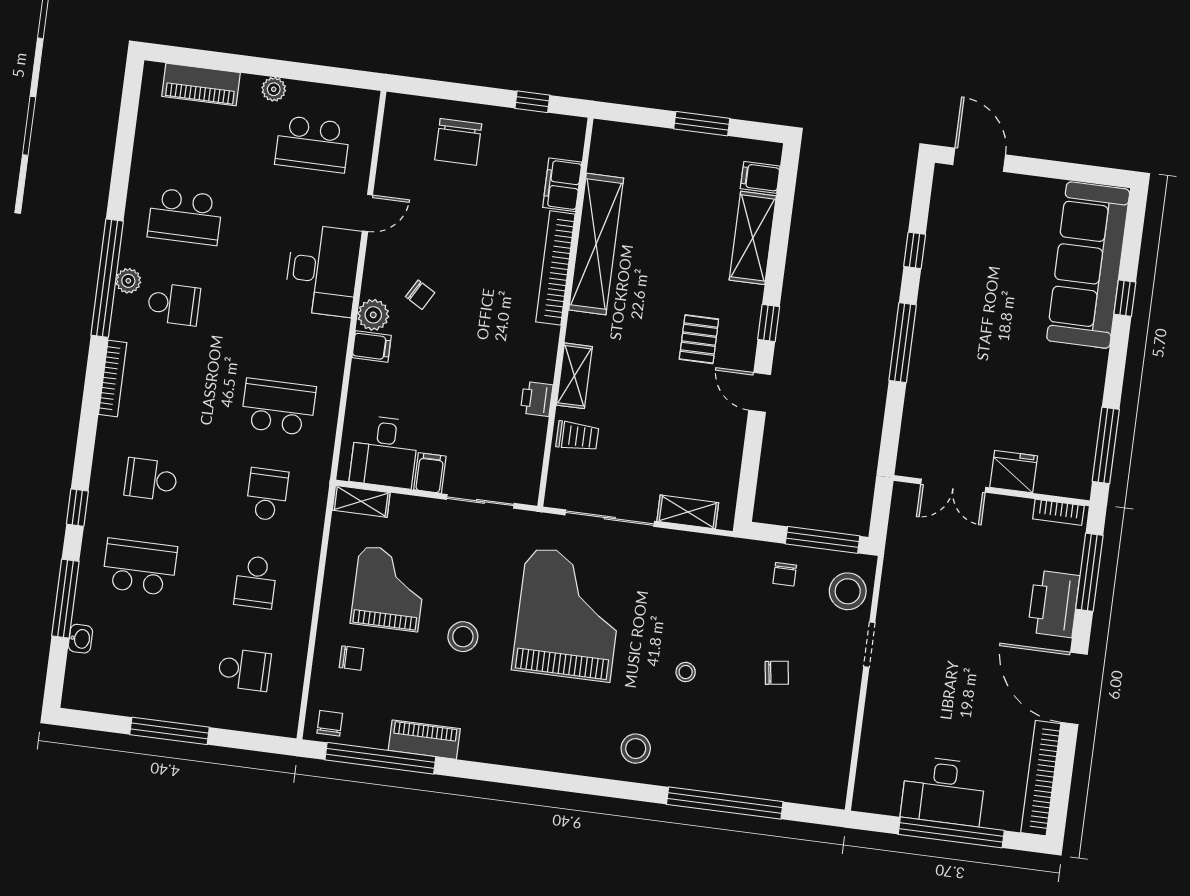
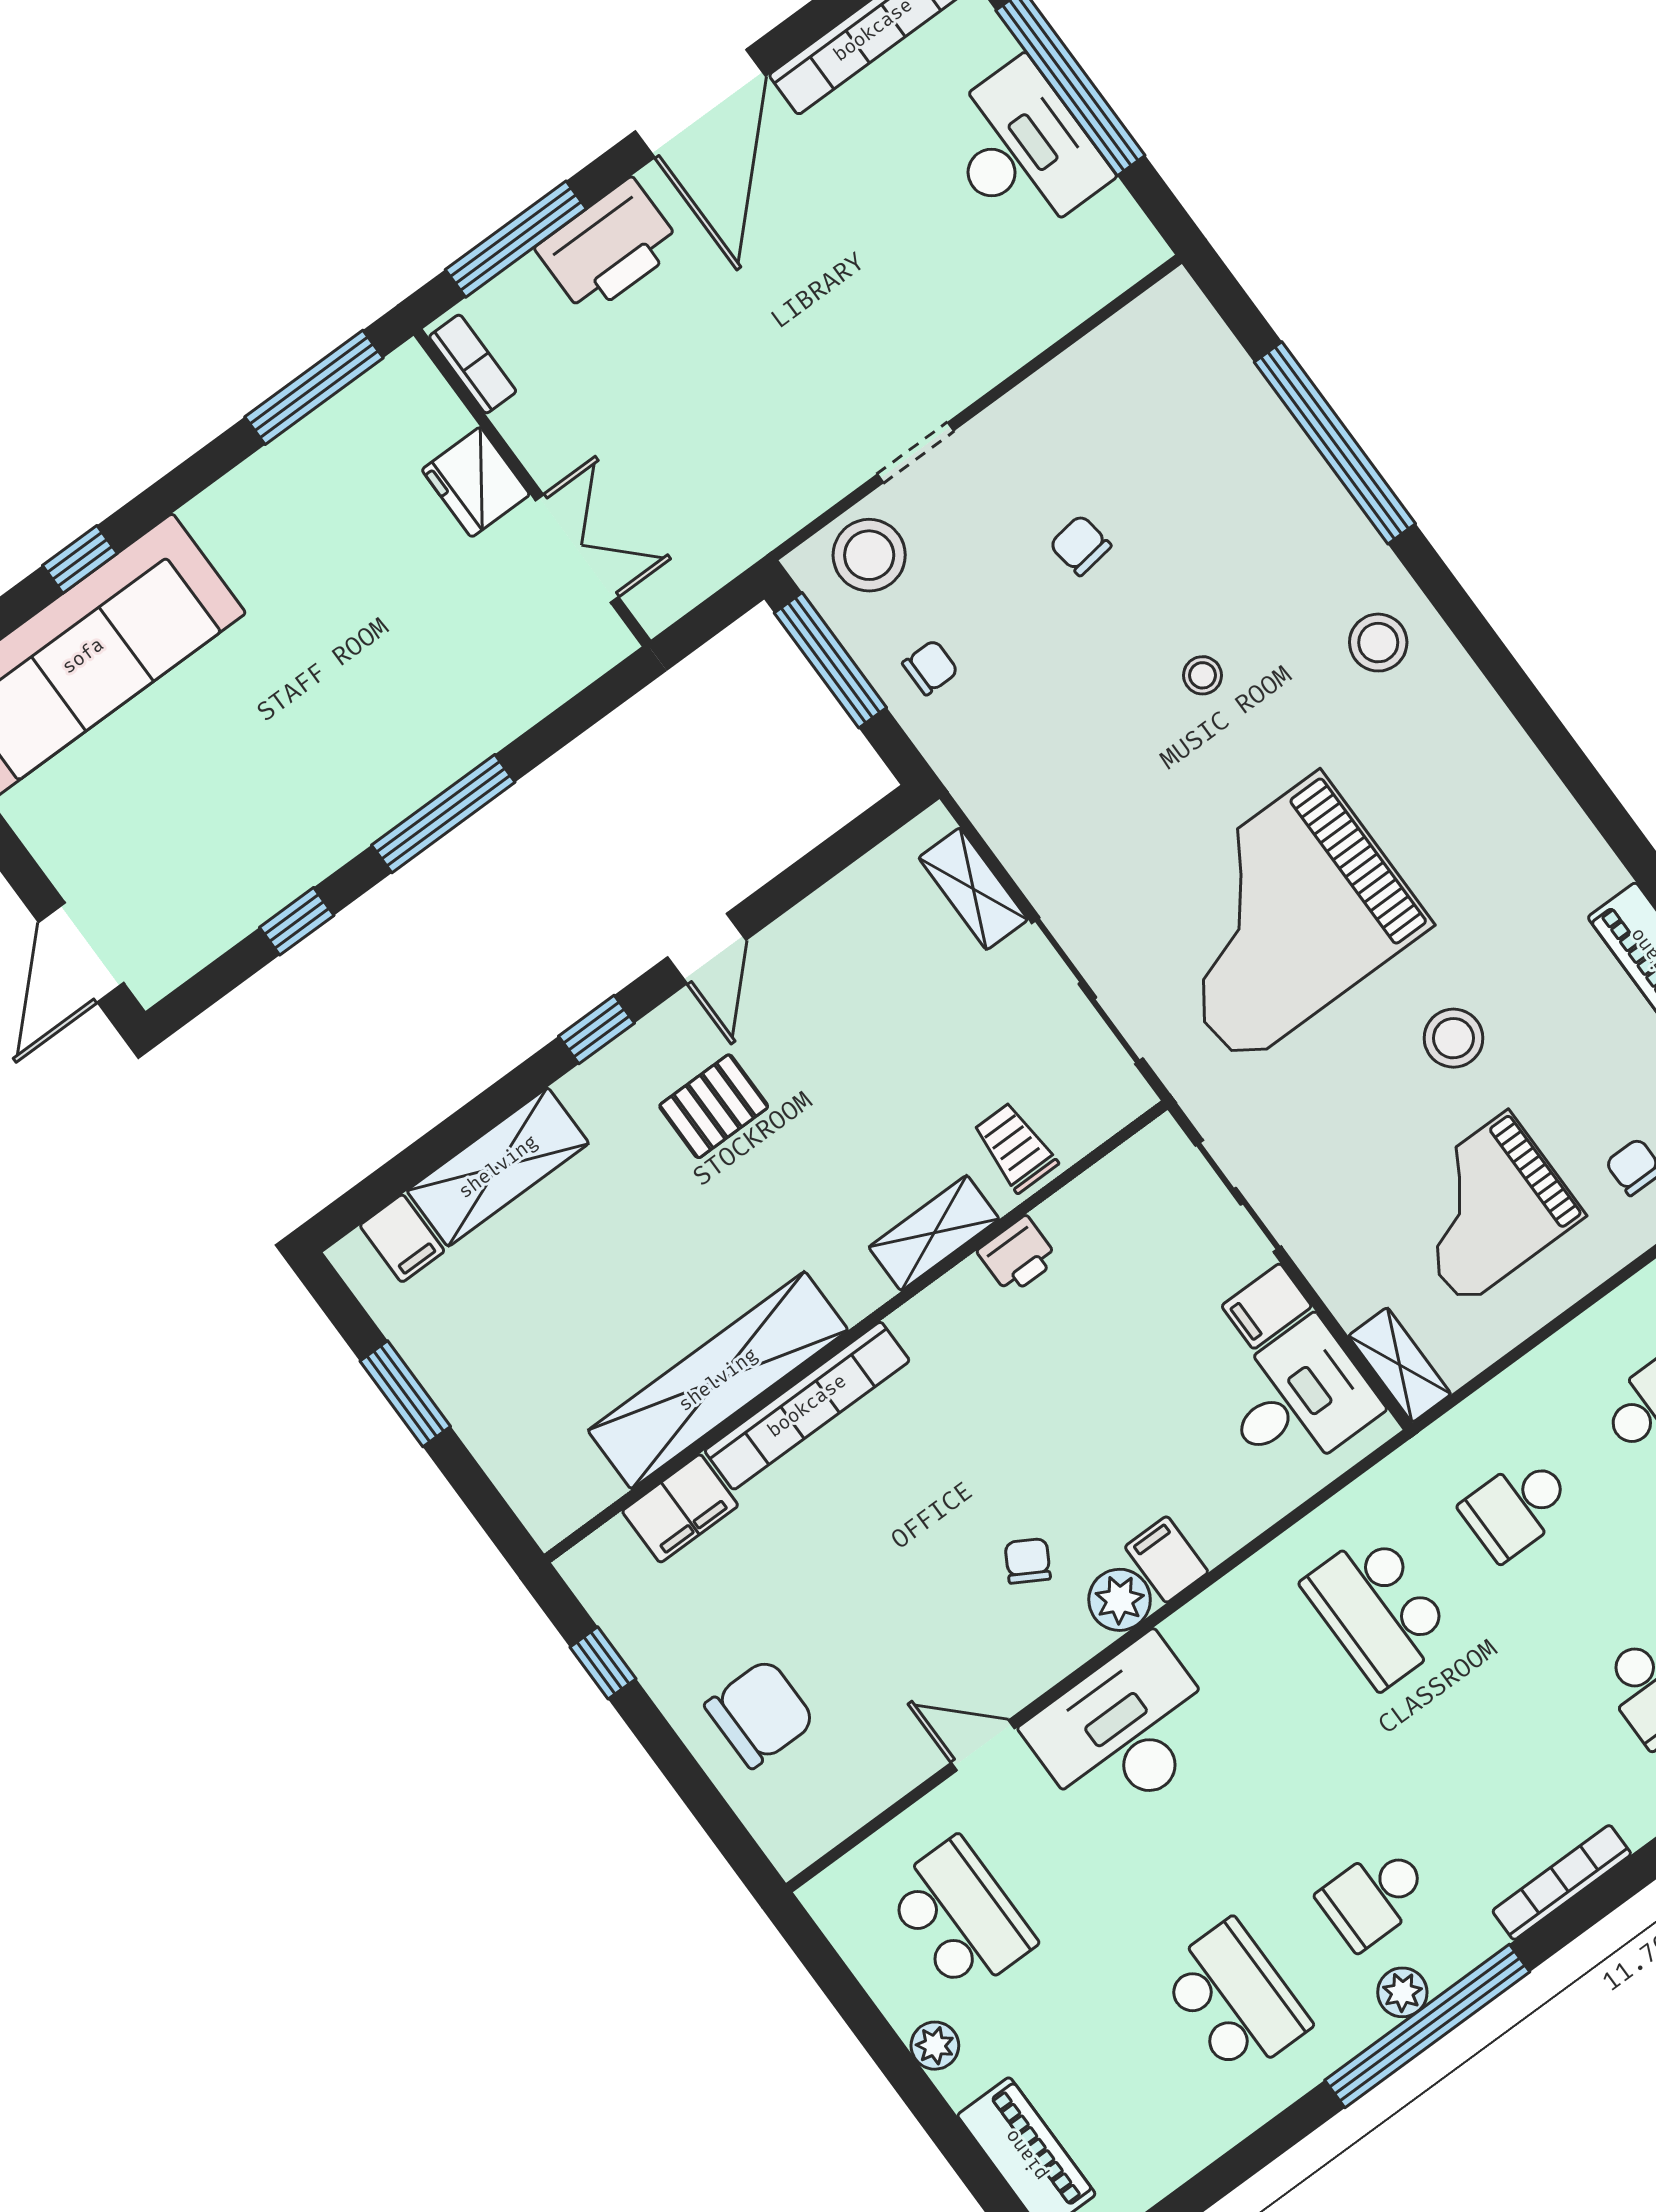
school desk: (174, 304) -> (1374, 1896), turned -90

